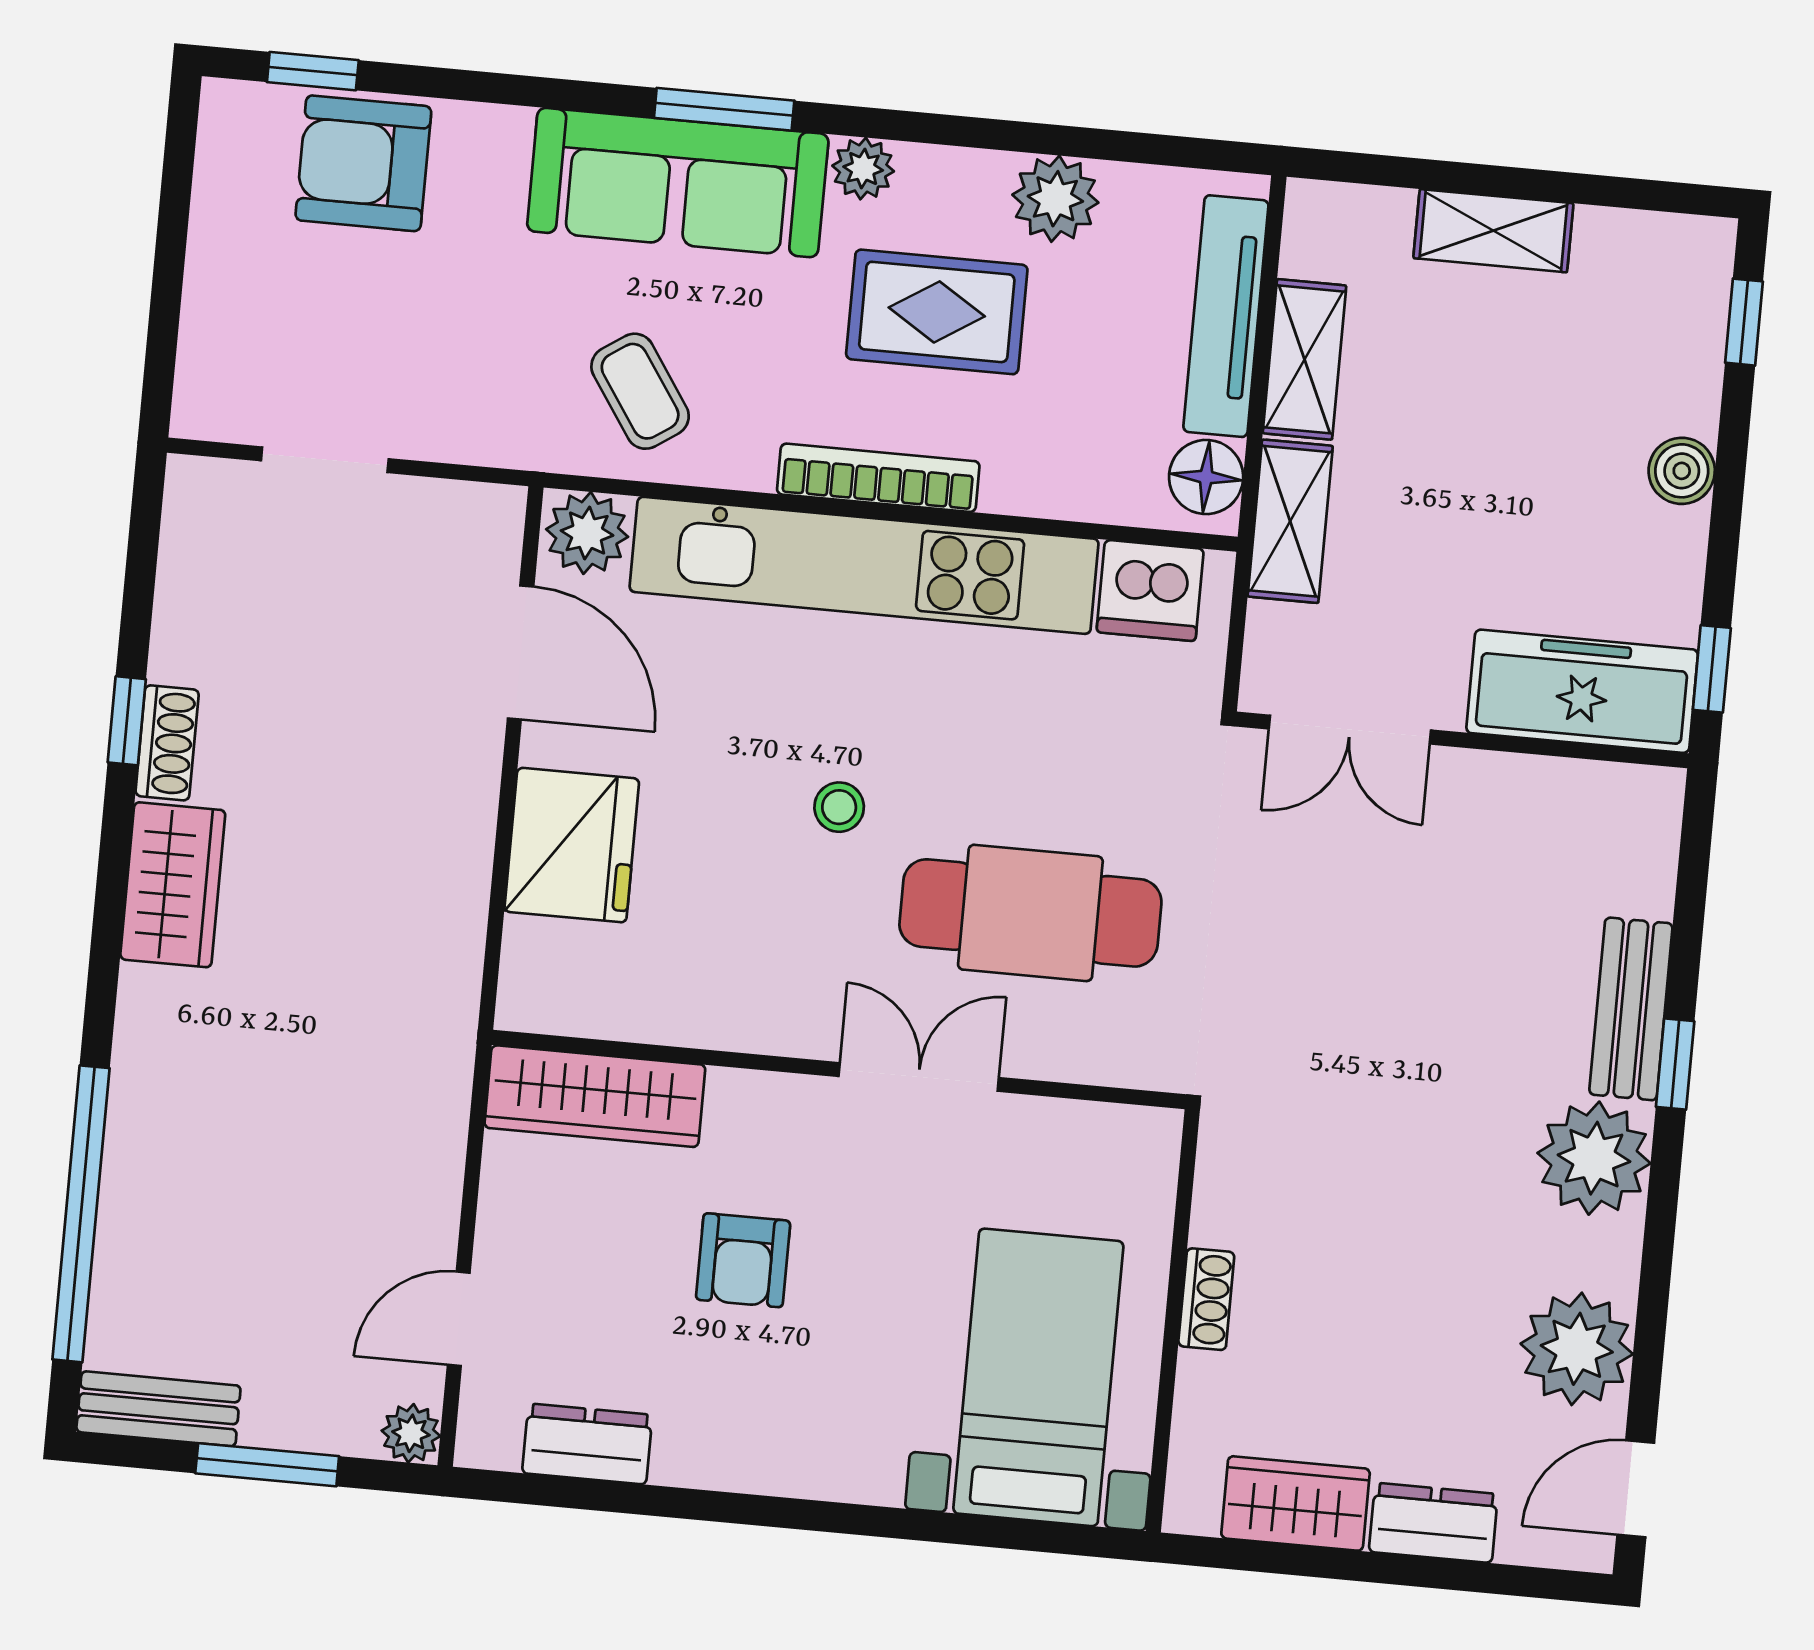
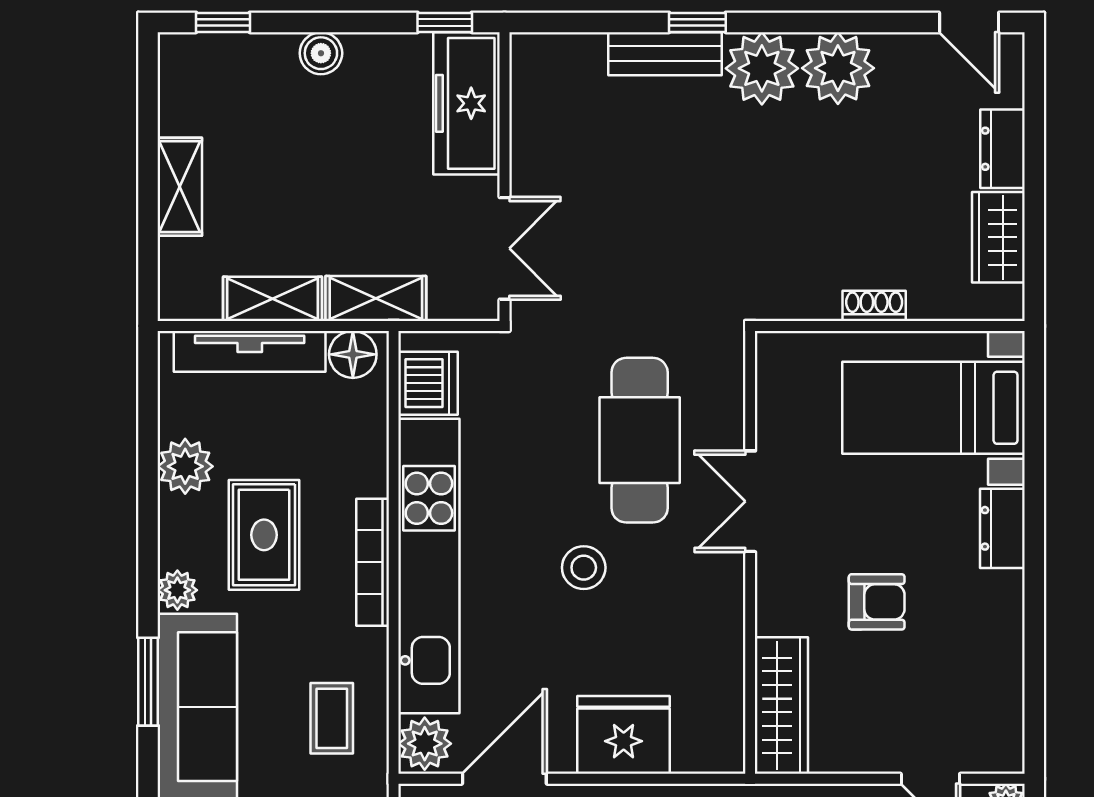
coffee table: (640, 391) -> (332, 718), turned -56
stool: (839, 807) -> (584, 568), width x1.37, depth x1.37
plant: (1577, 1349) -> (838, 68), moved
dresser: (587, 1444) -> (1002, 528), moved

